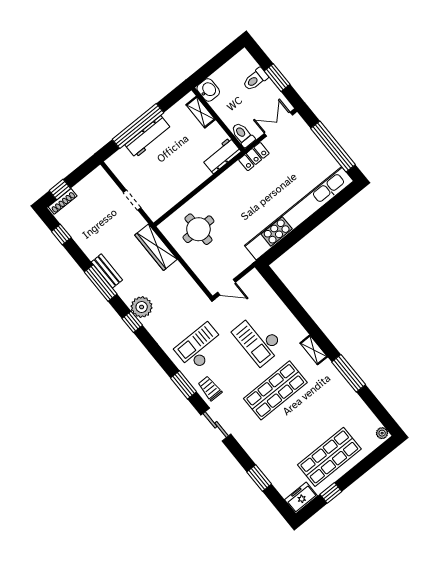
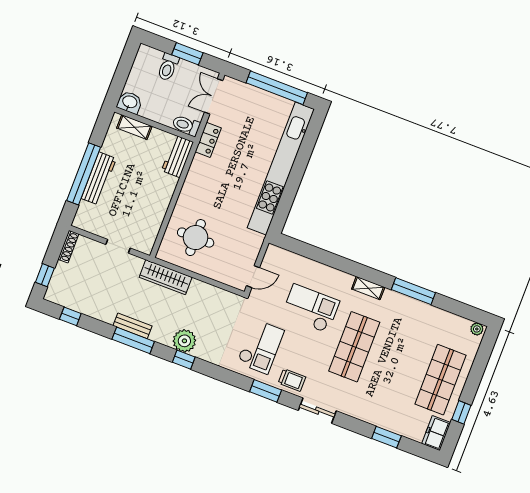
shoe rack: (63, 201) -> (68, 247), moved
checkout: (258, 340) -> (311, 308), turned 180
checkout: (200, 347) -> (261, 347), turned 180
trolley: (210, 388) -> (292, 380), turned 180

